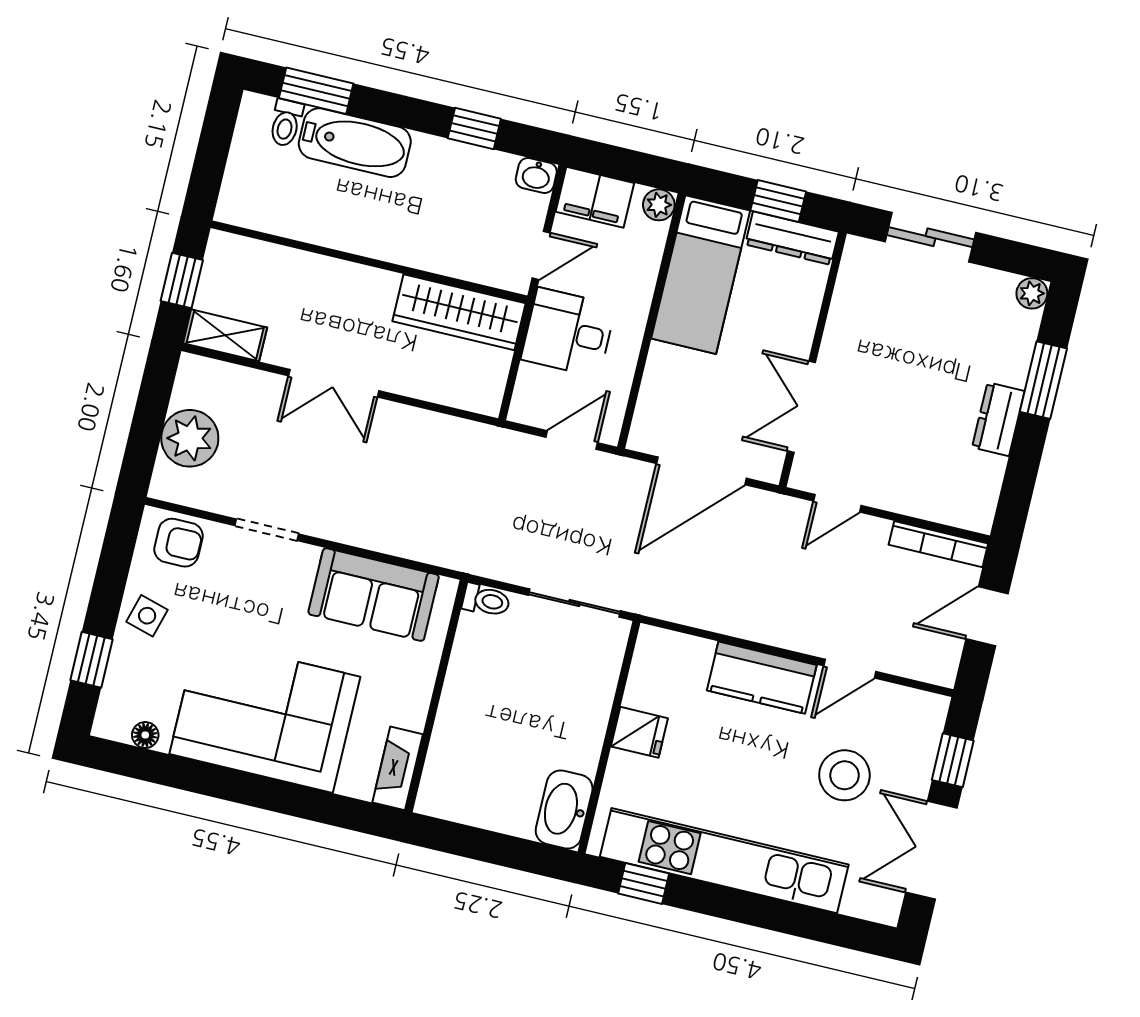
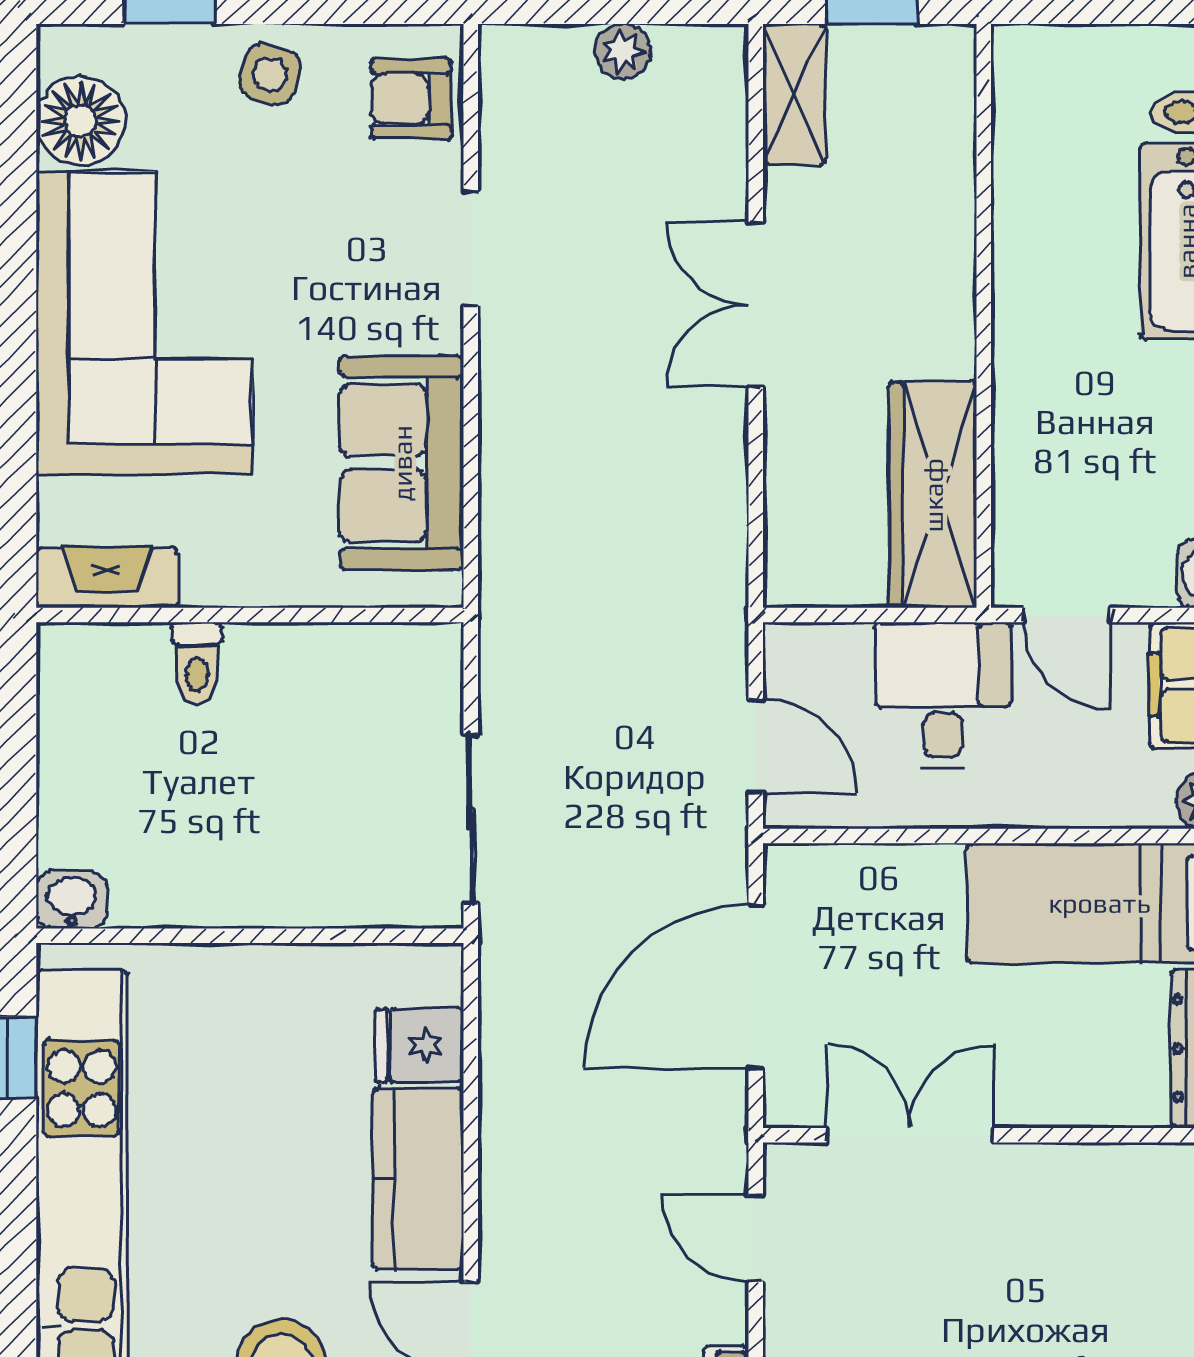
plant: (190, 438) -> (623, 51), width x0.53, depth x0.53
door: (701, 471) -> (756, 986), hinge flipped
armchair: (178, 543) -> (411, 99), turned 90
toilet: (486, 600) -> (197, 663), moved
fridge: (639, 732) -> (420, 1045), moved, turned 90
floor lamp: (145, 735) -> (81, 121), width x1.89, depth x1.89
washbasin: (564, 810) -> (72, 900), width x0.52, depth x0.69

